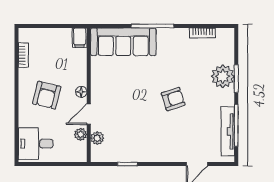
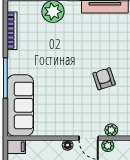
bookcase: (202, 33) -> (12, 31), width x1.56
armchair: (173, 99) -> (104, 79), moved

